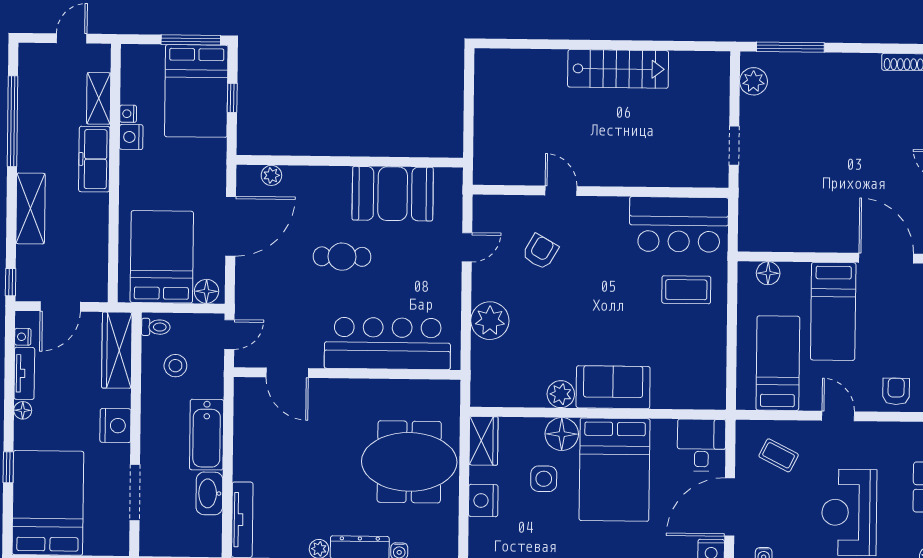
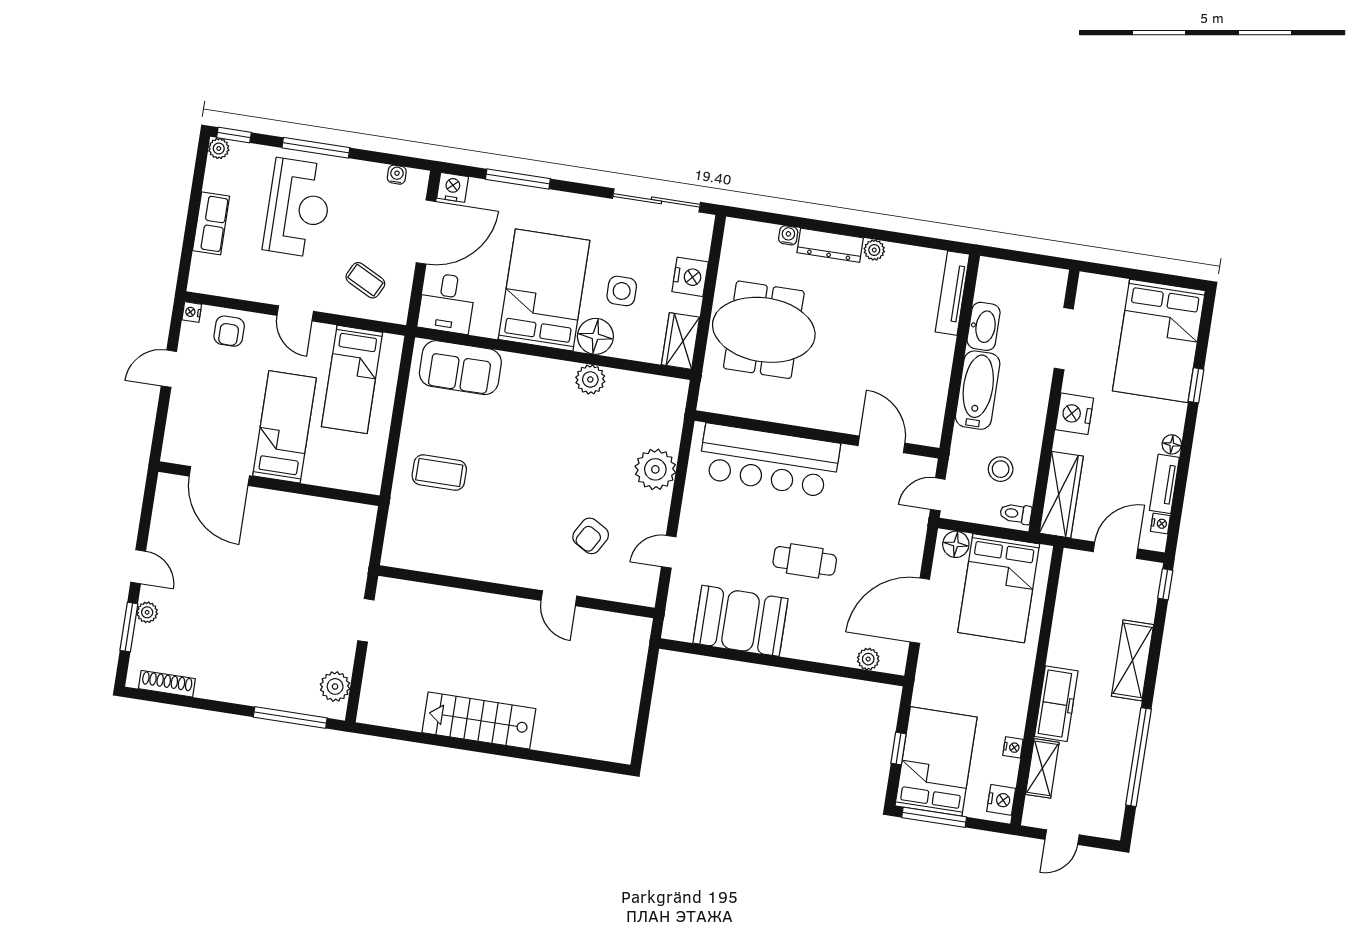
nightstand: (131, 137) -> (1001, 800), moved
bar counter: (679, 224) -> (437, 544), removed
floor lamp: (768, 273) -> (349, 478), removed
sofa: (613, 387) -> (460, 368), moved

